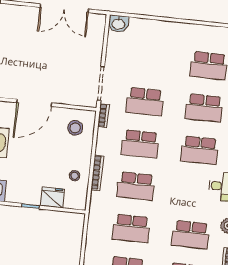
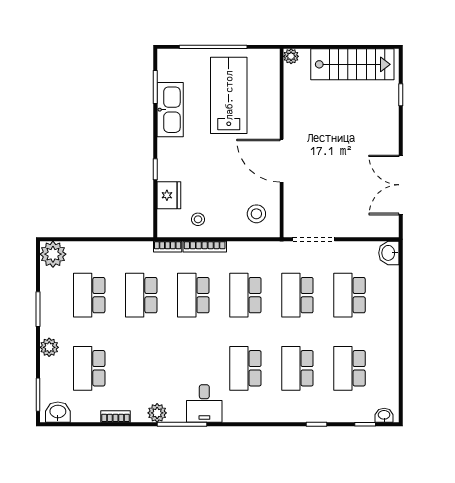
bookcase: (103, 116) -> (168, 247), moved
school desk: (191, 235) -> (349, 295), moved

